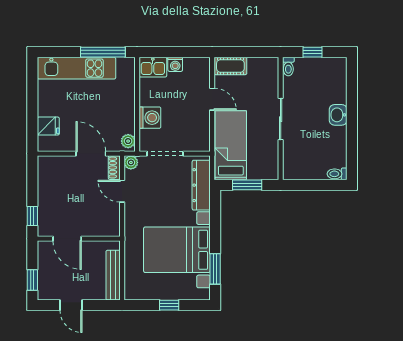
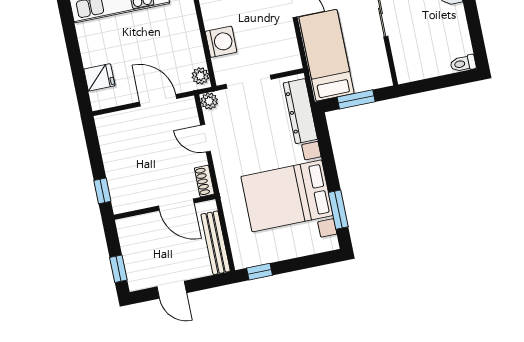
shoe rack: (114, 168) -> (204, 181), moved
door: (67, 239) -> (176, 205), moved
window: (169, 305) -> (260, 272), moved

